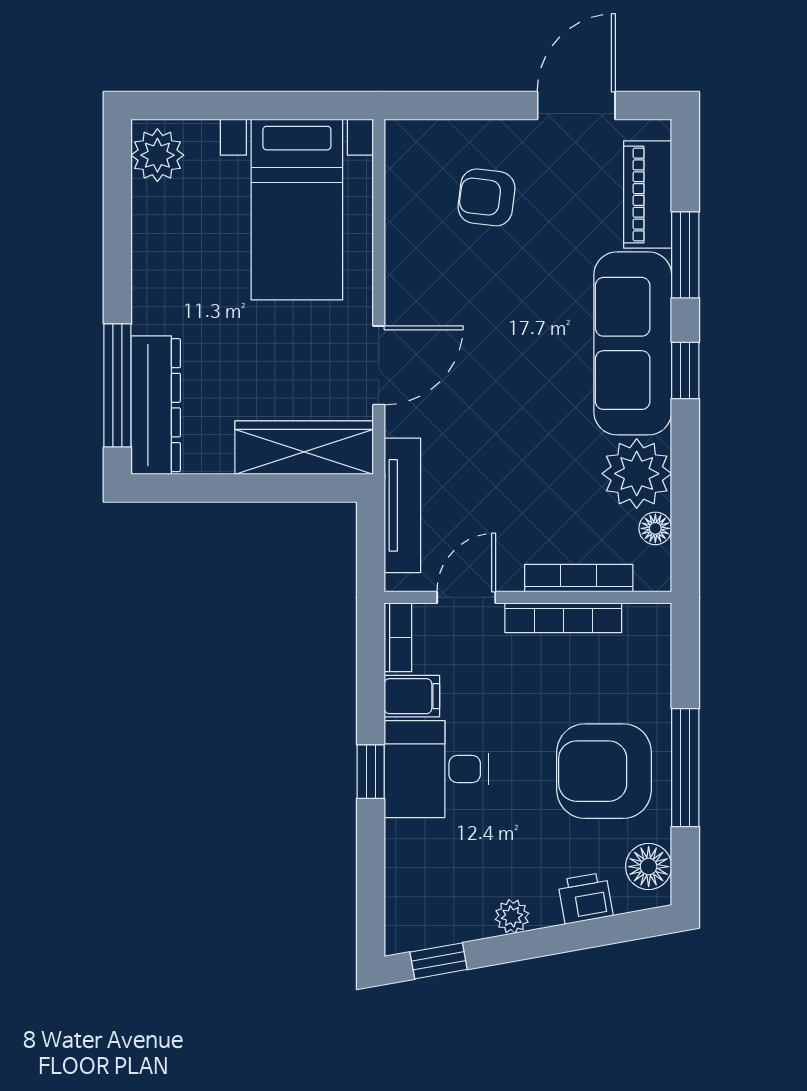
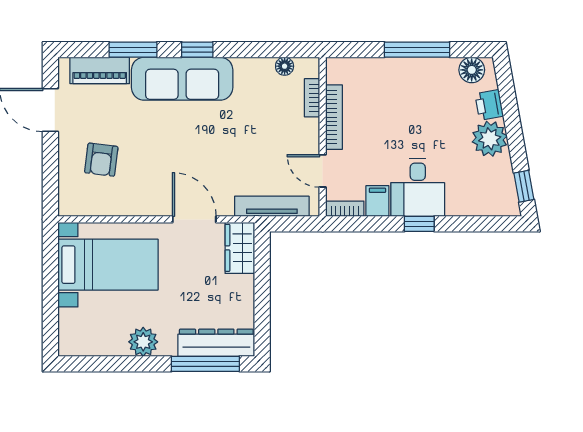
plant: (157, 155) -> (143, 342), moved
wardrobe: (304, 448) -> (240, 248), width x0.67
plant: (637, 474) -> (254, 76), removed
bookcase: (579, 578) -> (312, 98), width x0.64
armchair: (604, 771) -> (419, 95), removed
plant: (512, 916) -> (490, 139), width x1.88, depth x1.88

